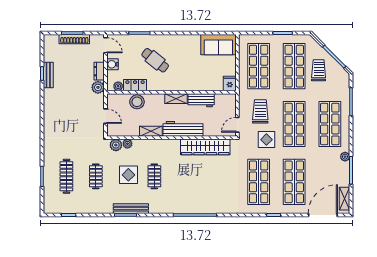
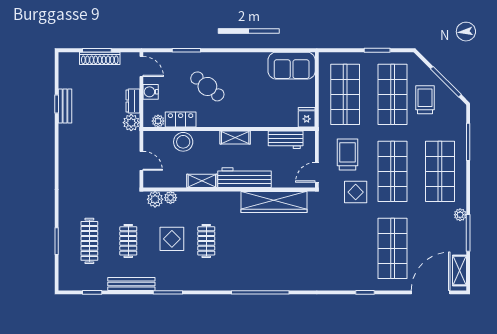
workbench: (201, 100) -> (286, 140), moved
shop shelf: (259, 182) -> (345, 248), removed
bench: (131, 209) -> (131, 284), moved

